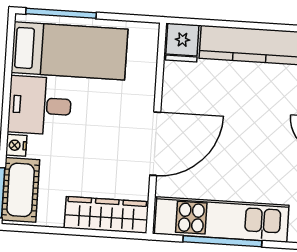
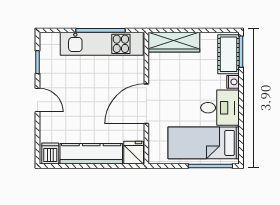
door: (155, 144) -> (146, 104), moved

